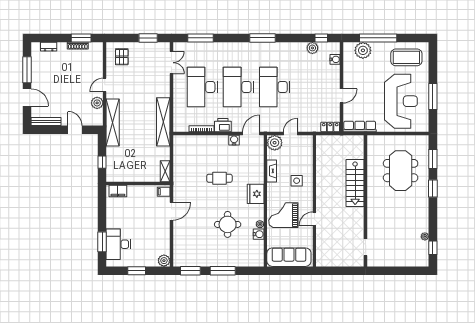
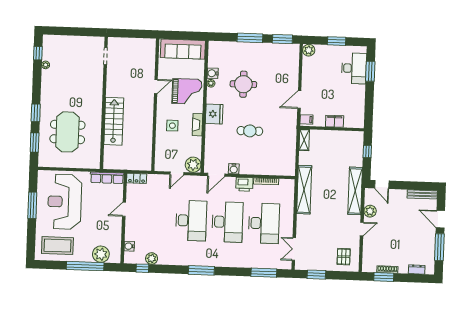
door: (75, 130) -> (382, 185), moved
fireplace: (272, 171) -> (197, 125), moved
filing cabinet: (118, 191) -> (335, 121), moved

